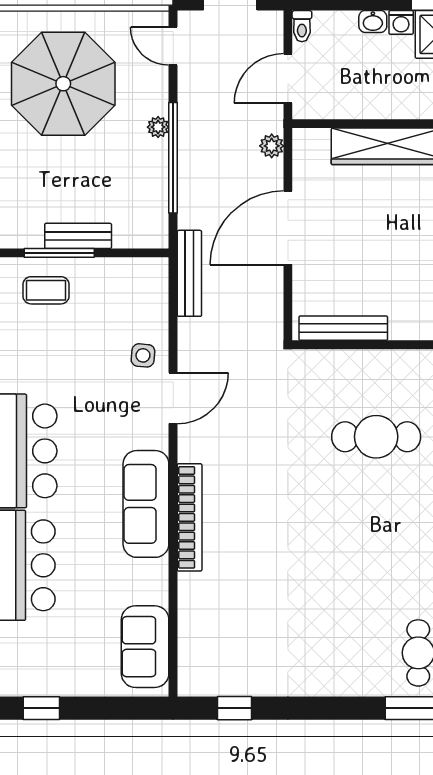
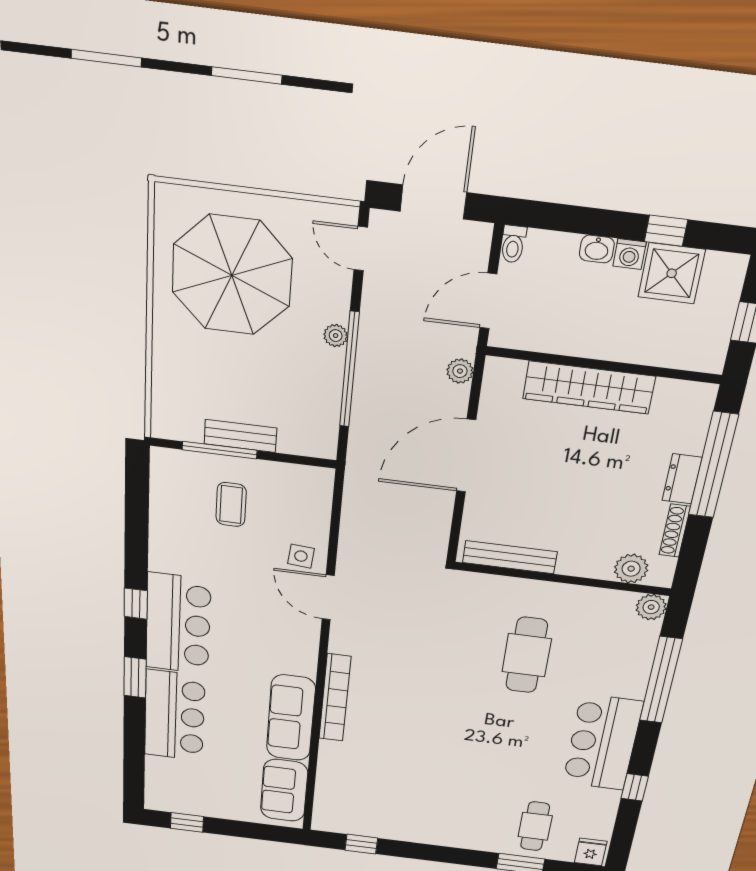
bench: (189, 273) -> (356, 487), removed
coffee table: (46, 290) -> (231, 505), moved, turned 90
door: (173, 398) -> (328, 597), swing flipped
cafe table: (376, 437) -> (527, 655), turned 90
sofa: (146, 504) -> (291, 718), moved

